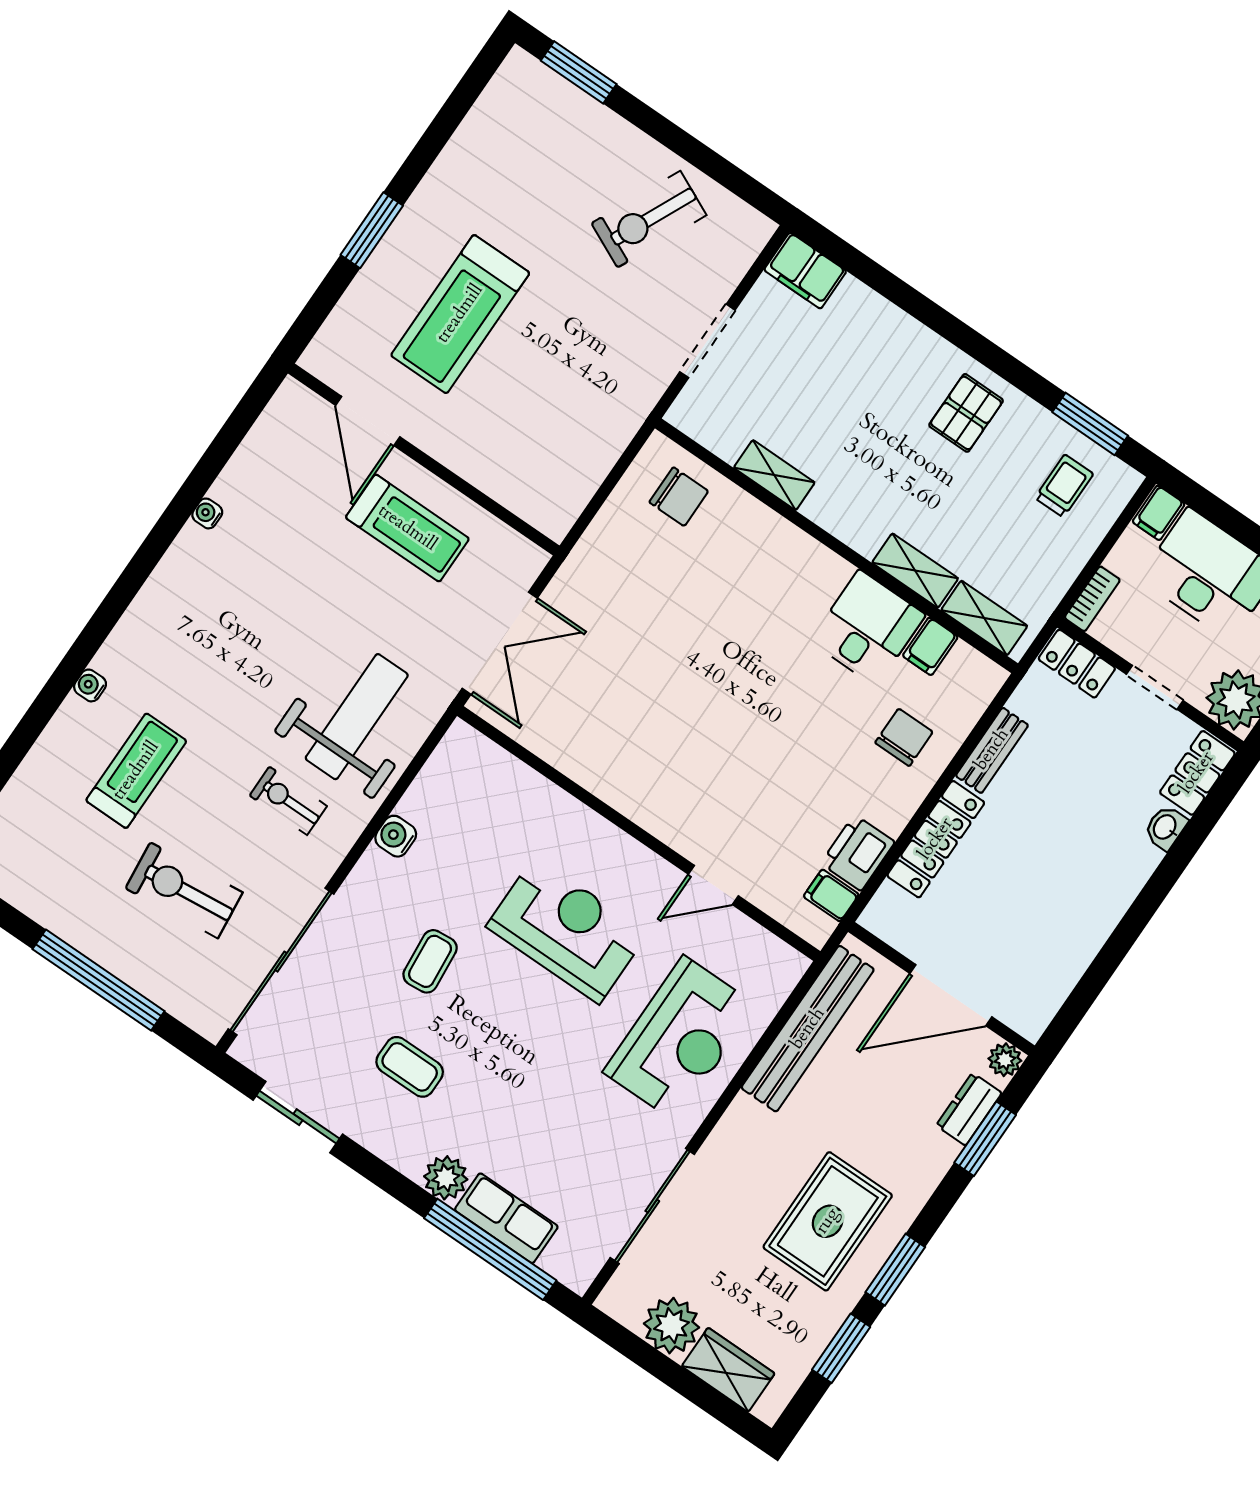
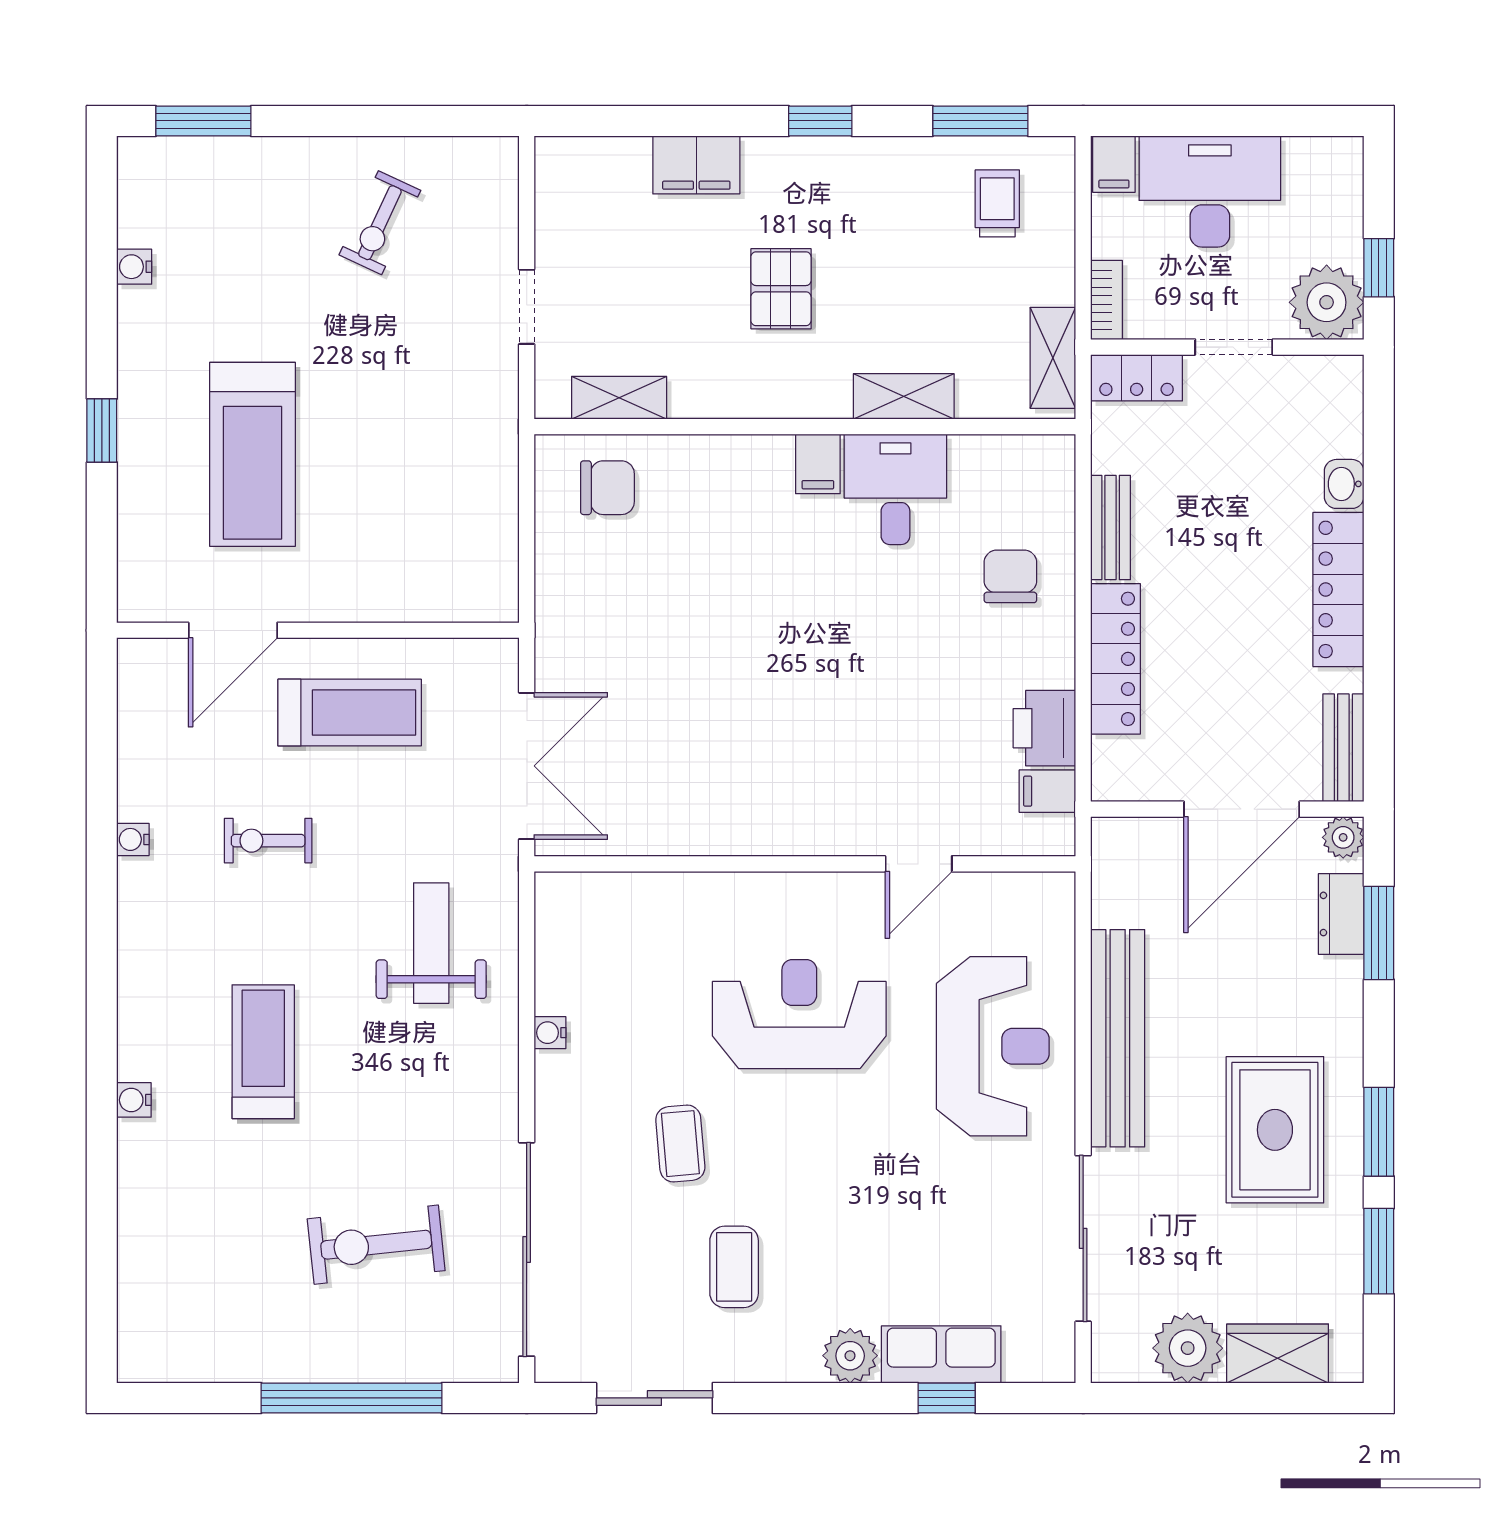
water cooler: (467, 137) -> (134, 267), added
exercise bike: (649, 219) -> (380, 223), width x0.73, depth x0.72
window: (372, 230) -> (102, 431), width x0.67
filing cabinet: (805, 271) -> (696, 165), moved
doorway: (707, 341) -> (527, 307), width x0.73
window: (985, 351) -> (820, 121), added
pallet: (966, 413) -> (781, 289), moved
door: (368, 421) -> (233, 630), hinge flipped
shelving: (774, 475) -> (619, 398), moved
shelving: (984, 618) -> (1053, 358), moved, turned 90
filing cabinet: (930, 646) -> (818, 464), moved
weight bench: (357, 717) -> (431, 943), width x0.73, depth x0.75
treadmill: (136, 771) -> (263, 1052), moved
locker: (1197, 773) -> (1338, 589), moved, width x1.53
exercise bike: (288, 801) -> (268, 841), moved
water cooler: (396, 836) -> (550, 1033), width x0.72, depth x0.72
bench: (1046, 1001) -> (1343, 748), added
bench: (808, 1029) -> (1118, 1038), moved
coffee table: (410, 1067) -> (734, 1267), turned 90
window: (490, 1249) -> (947, 1398), width x0.32

